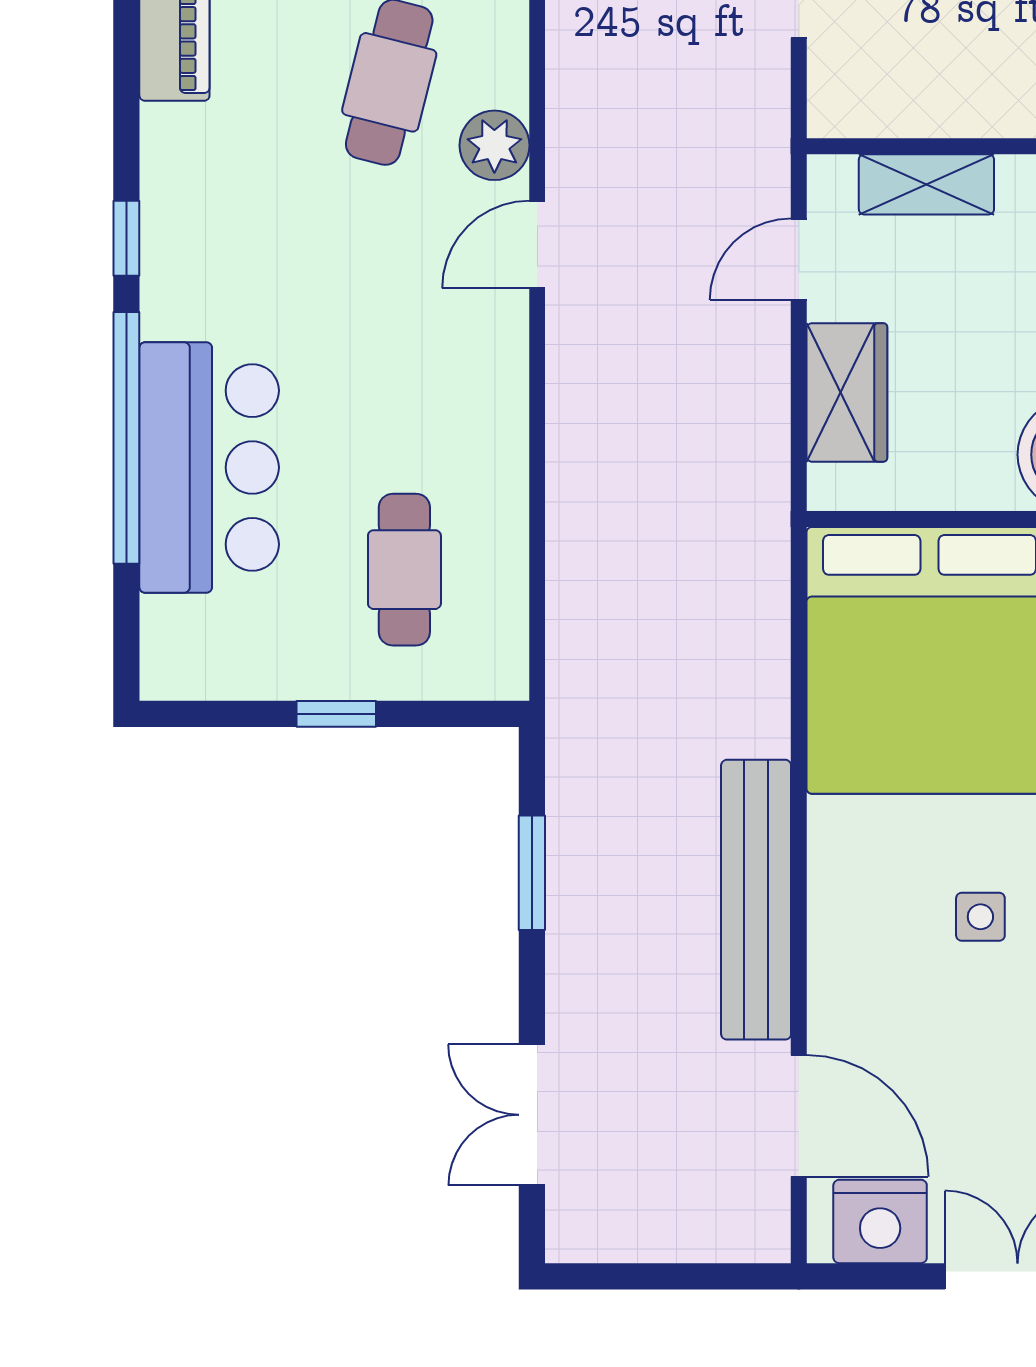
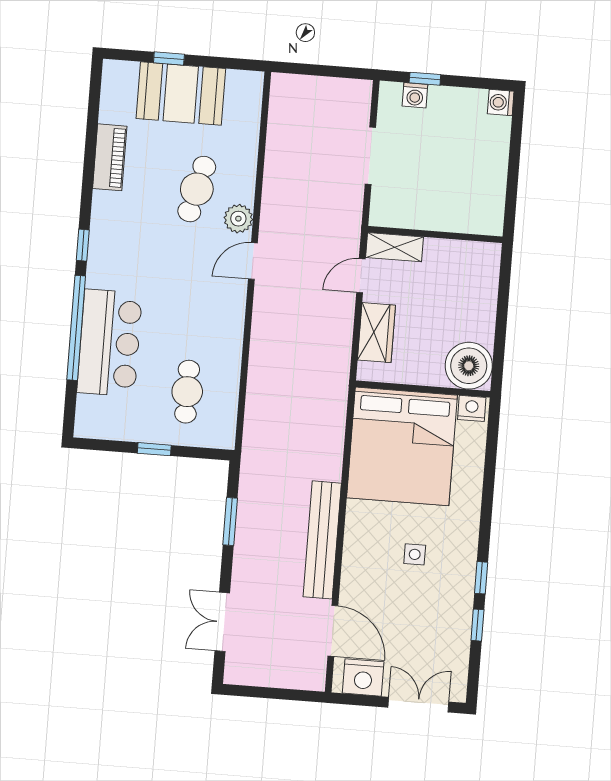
shelving: (926, 184) -> (395, 247), moved

